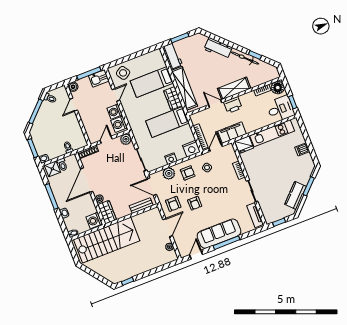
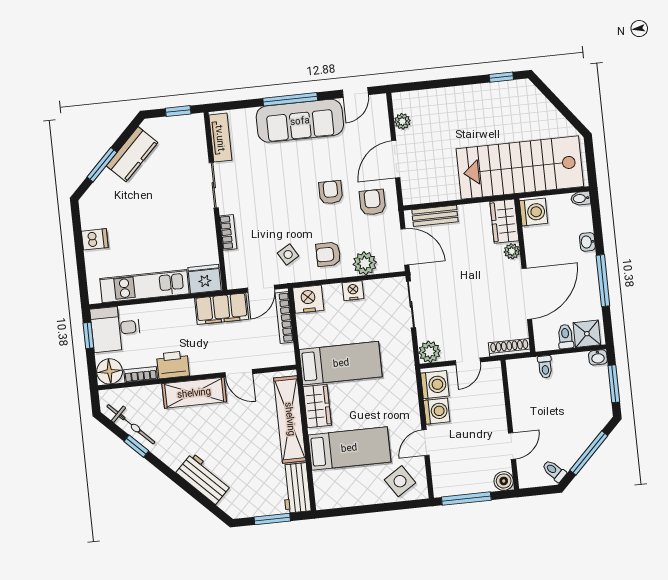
bicycle: (245, 58) -> (131, 424), moved
kitchen sink: (99, 78) -> (450, 484), removed
printer: (233, 105) -> (173, 365), moved

